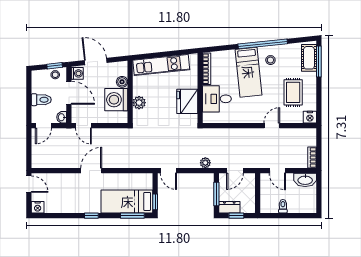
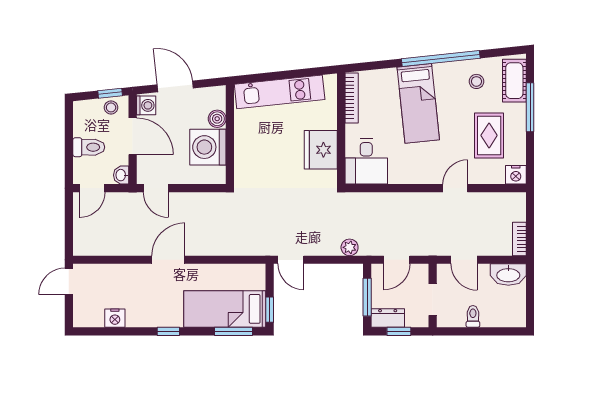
stool: (270, 60) -> (476, 81), moved
window: (319, 62) -> (530, 107), moved
desk: (217, 99) -> (366, 162), moved, turned -90
plant: (139, 103) -> (244, 152), removed
door: (29, 184) -> (69, 281), swing flipped
doorway: (258, 196) -> (433, 300), added
nightstand: (38, 207) -> (115, 318), moved

